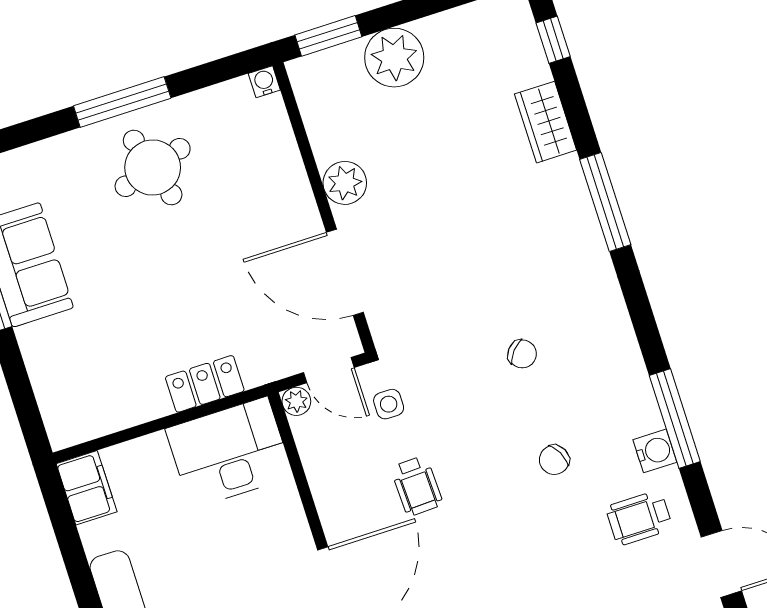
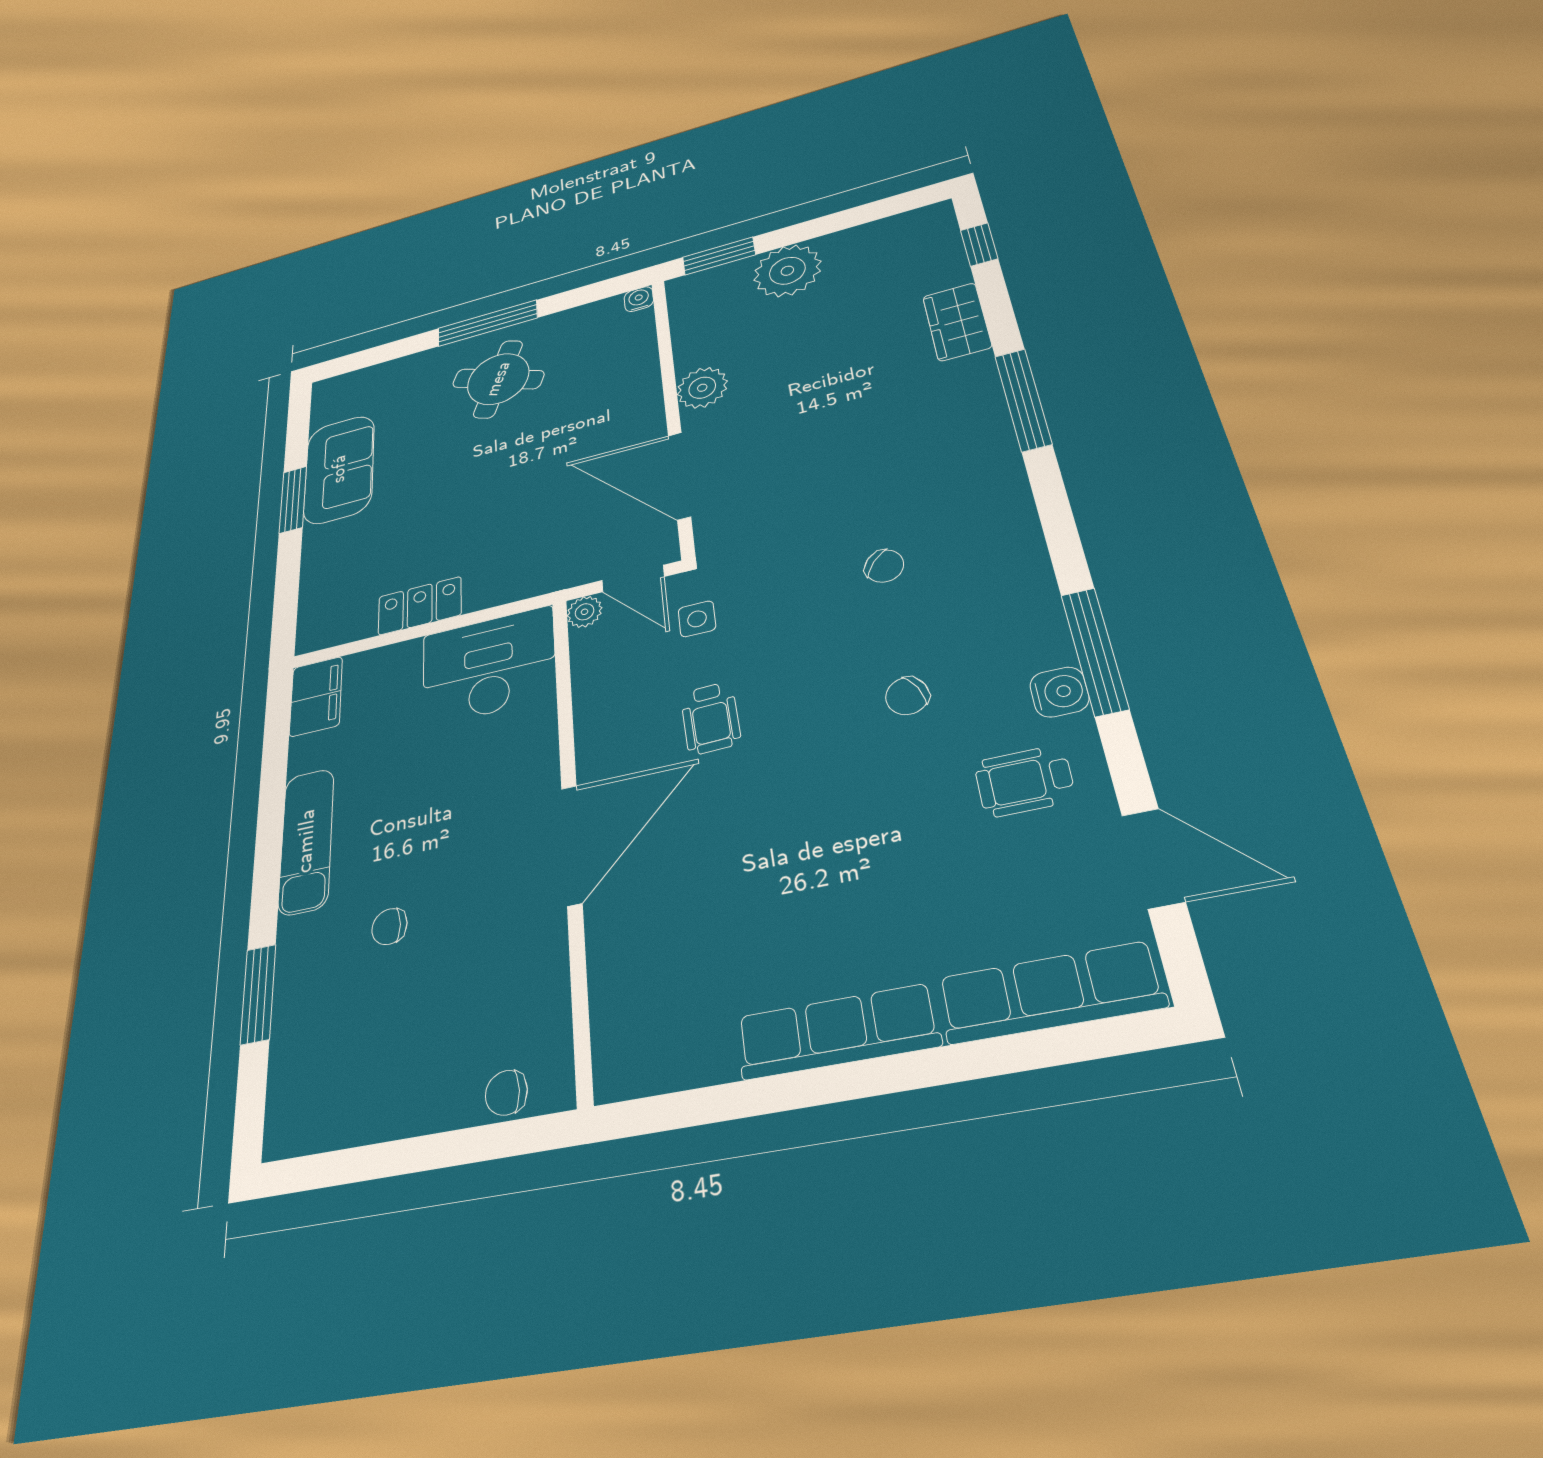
round table: (153, 167) -> (498, 379), turned 38
locker: (205, 384) -> (420, 606), moved

